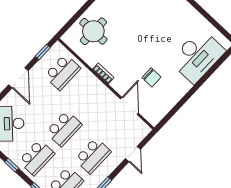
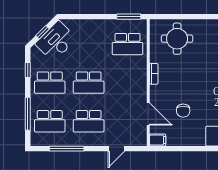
window: (43, 52) -> (129, 17), width x1.50
door: (18, 78) -> (94, 17), removed
door: (129, 106) -> (148, 114), hinge flipped
filing cabinet: (155, 117) -> (158, 140), added

